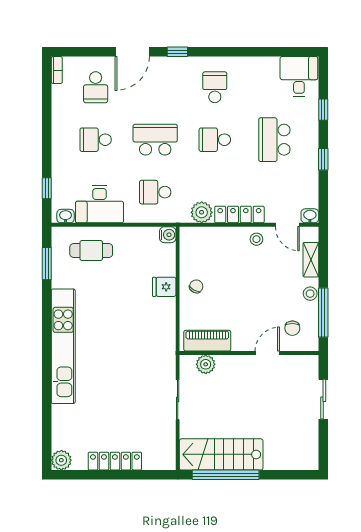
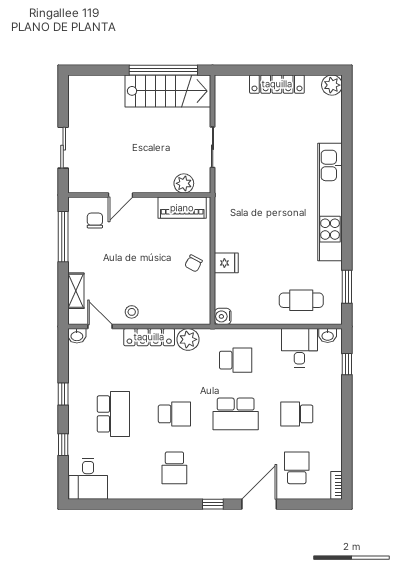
school desk: (96, 140) -> (297, 414), turned 180
desk: (99, 204) -> (299, 348), width x0.73
stool: (310, 294) -> (77, 256), removed

